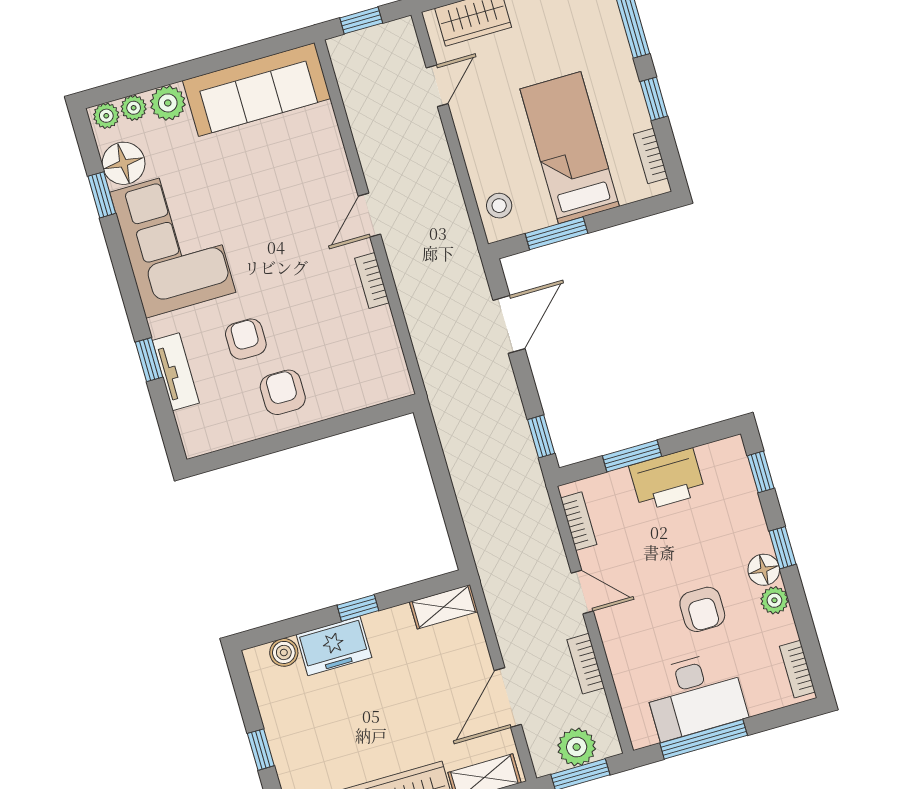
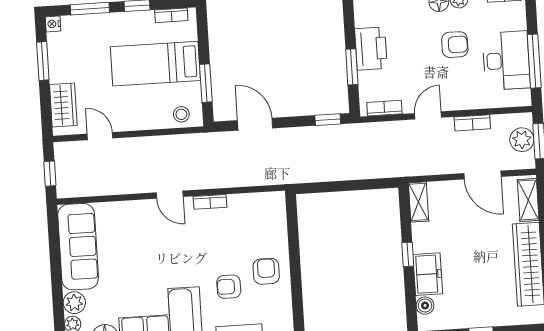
armchair: (283, 392) -> (266, 271), turned 90

